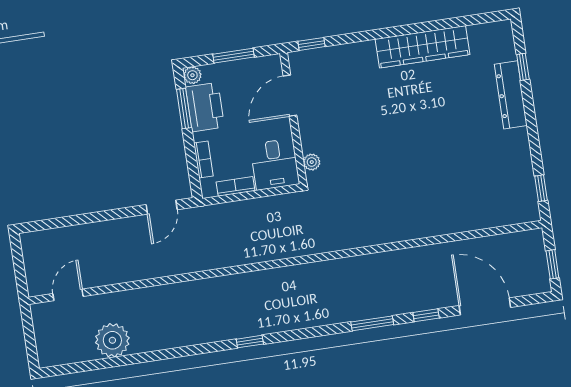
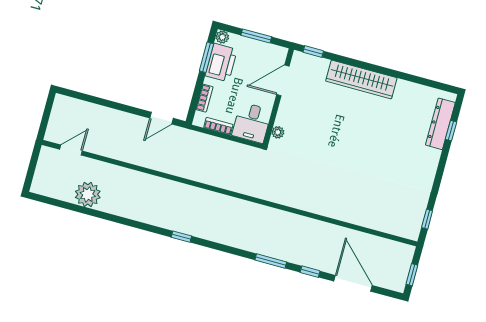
wardrobe: (423, 47) -> (361, 79), moved
dresser: (511, 95) -> (440, 124), moved

